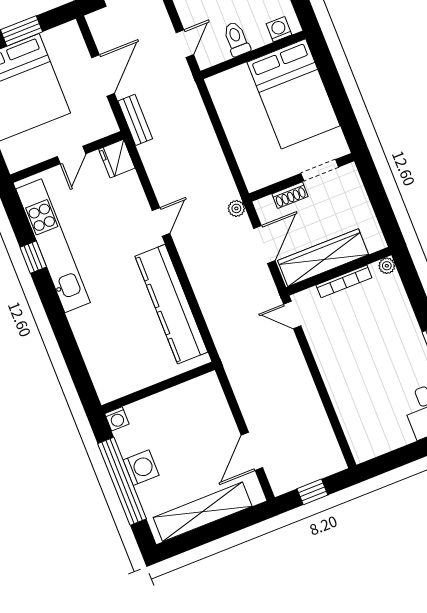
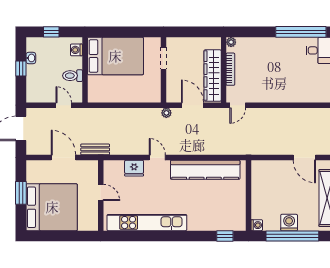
fridge: (117, 159) -> (134, 168), moved
shoe rack: (290, 195) -> (171, 80), removed
window: (33, 257) -> (225, 236), moved

